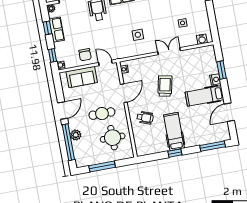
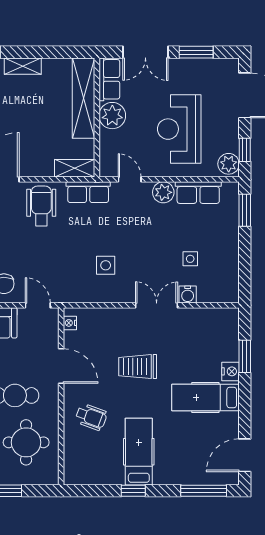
water cooler: (202, 39) -> (188, 294), moved
trolley: (165, 86) -> (138, 367), turned -102
door: (124, 93) -> (61, 366), hinge flipped
door: (229, 112) -> (245, 455), moved

